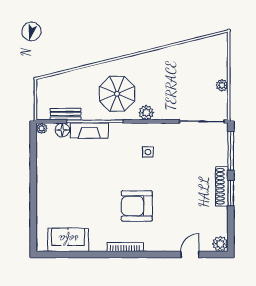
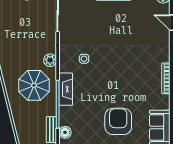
fireplace: (89, 131) -> (66, 89), moved
armchair: (137, 206) -> (118, 121), moved, turned 180

